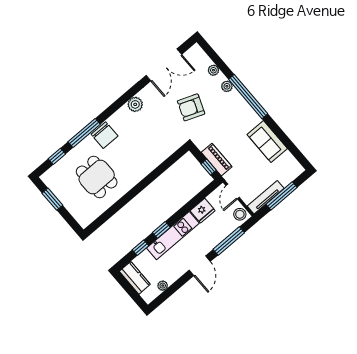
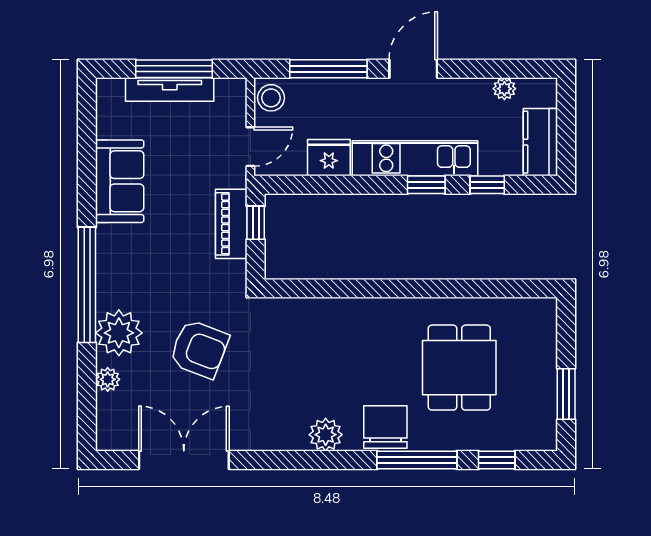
plant: (227, 86) -> (119, 333), width x1.88, depth x1.88
plant: (135, 104) -> (326, 435), moved
tv unit: (266, 197) -> (170, 89), moved

